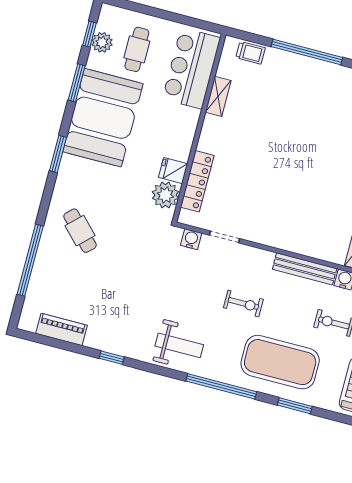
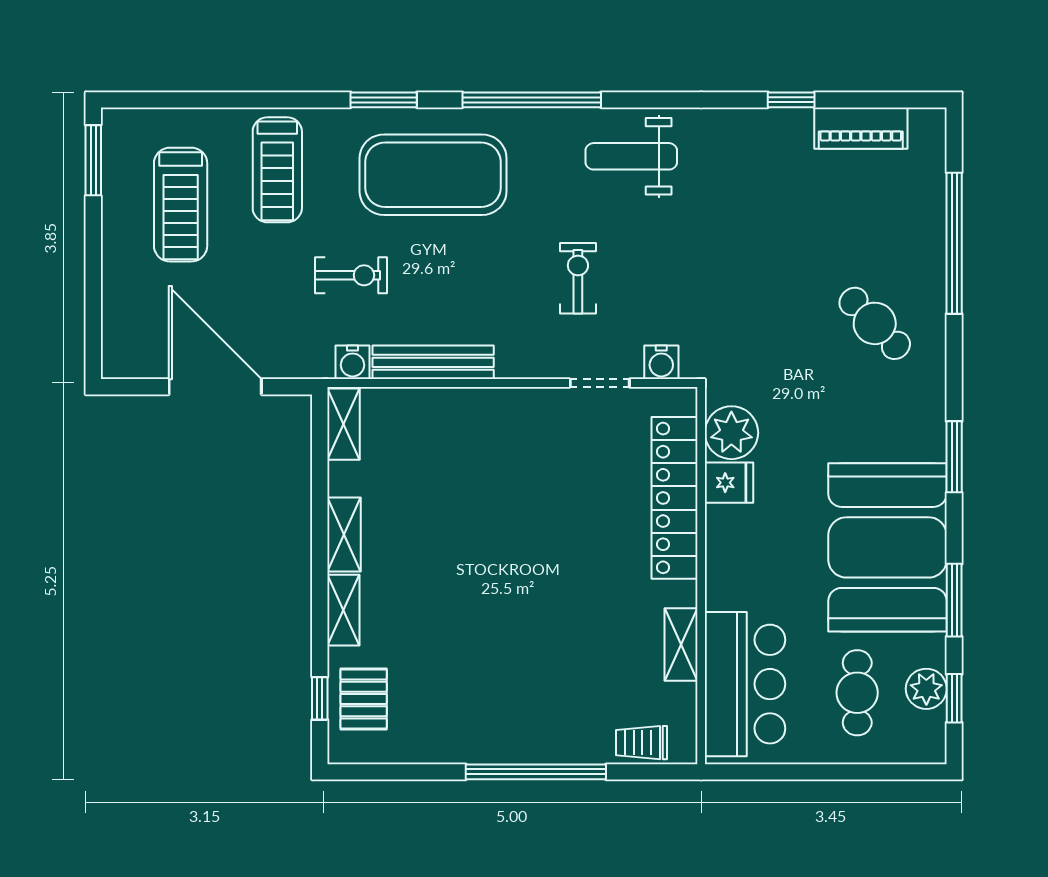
locker: (197, 181) -> (674, 498), width x1.41, depth x1.21
exercise bike: (243, 303) -> (578, 278), moved, turned 90
window: (112, 358) -> (791, 100), moved

